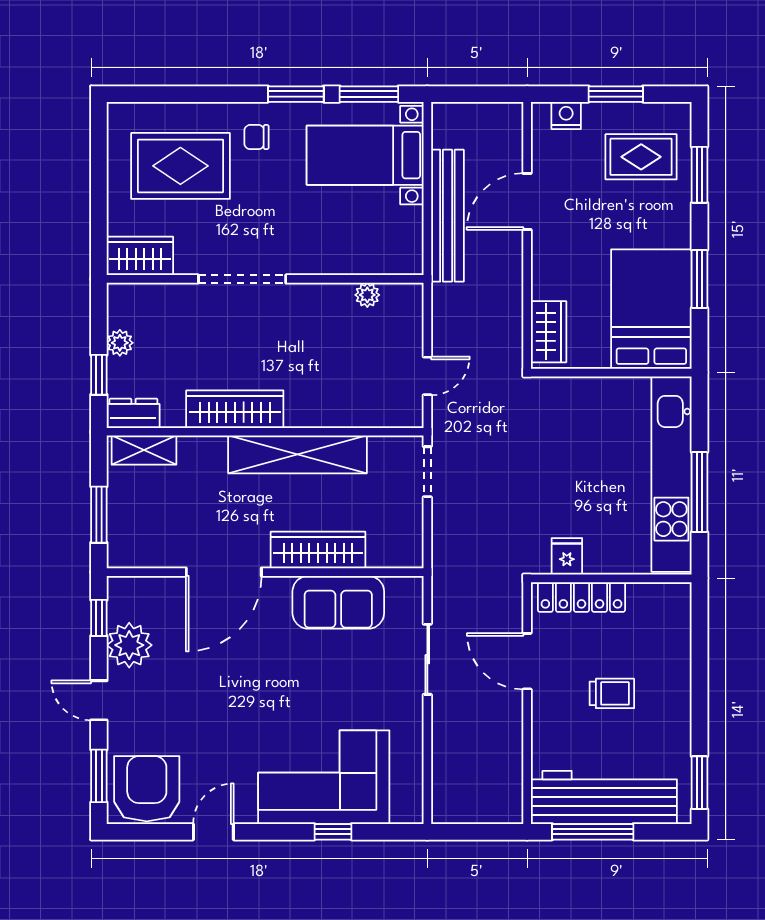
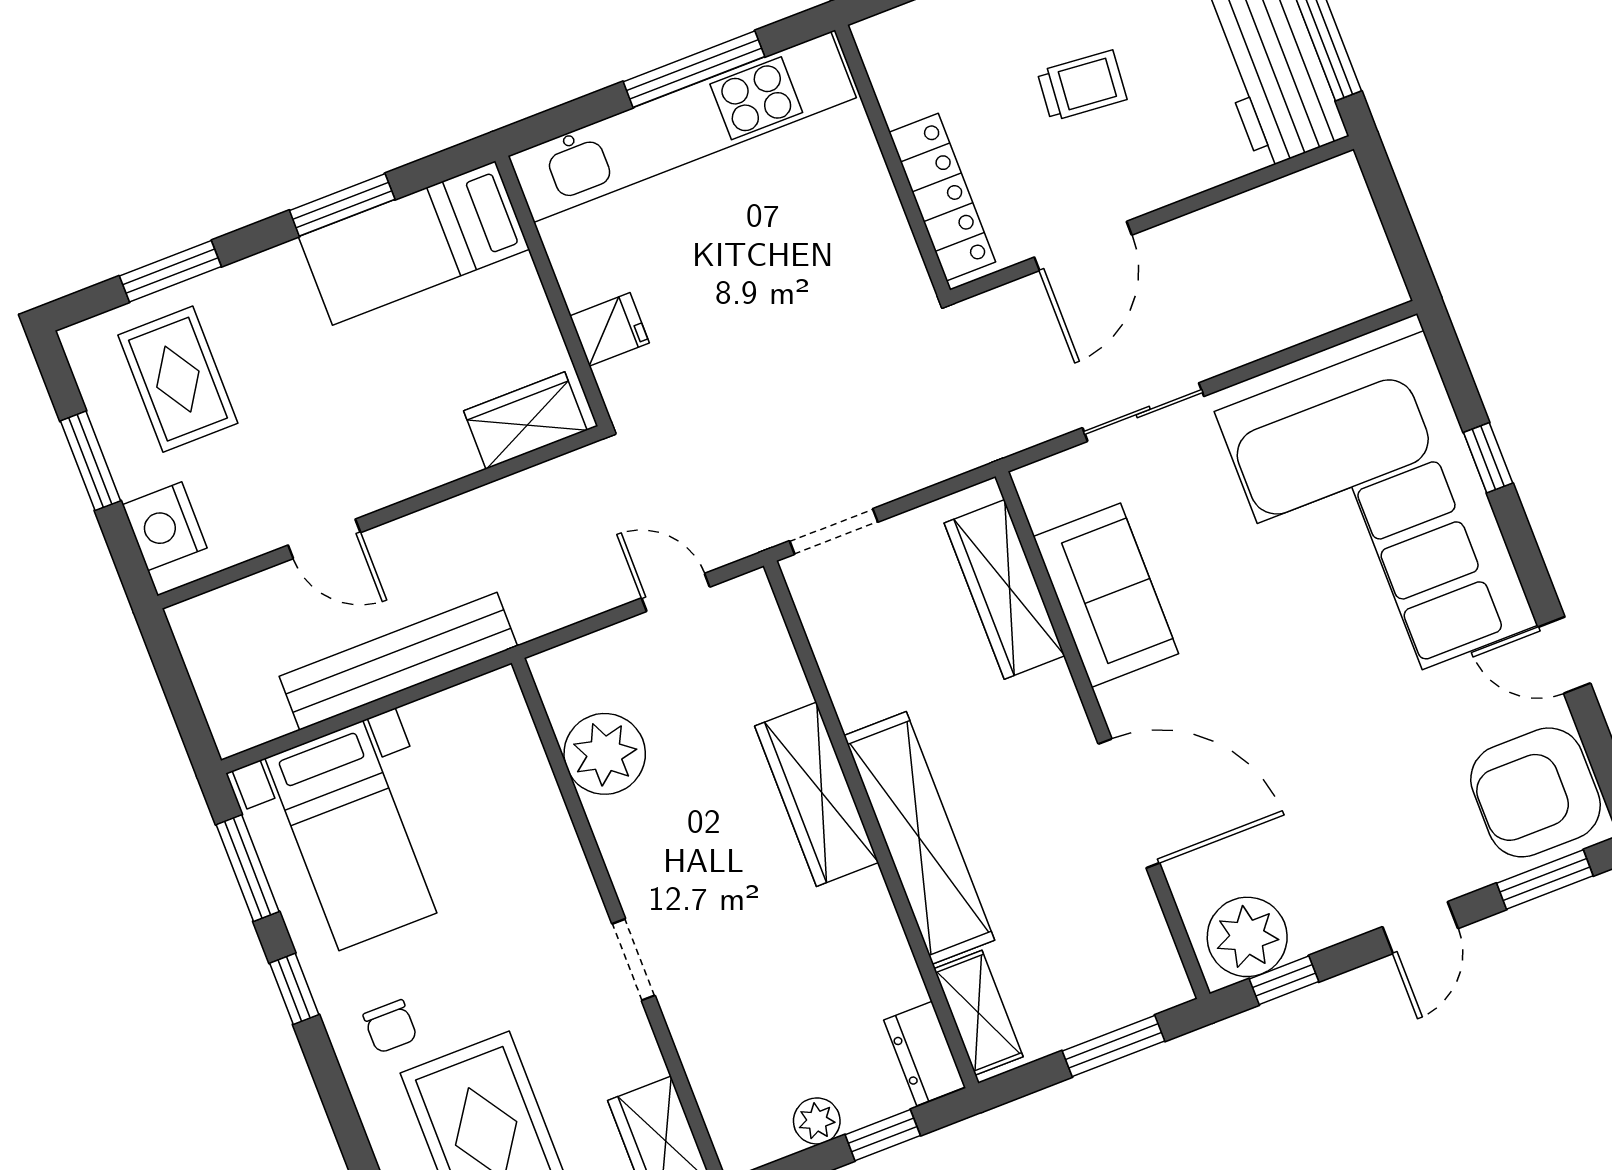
window: (296, 94) -> (294, 989), width x0.67
nightstand: (566, 115) -> (165, 526), width x1.36, depth x1.33
door: (527, 202) -> (324, 539), width x0.73
doorway: (242, 279) -> (633, 960), width x0.53
plant: (367, 295) -> (605, 754), width x1.87, depth x1.87
bed: (651, 309) -> (414, 243), width x0.67
wardrobe: (235, 409) -> (817, 794), moved
shelving: (298, 454) -> (919, 838), moved
wardrobe: (318, 550) -> (1005, 589), moved
fridge: (567, 556) -> (609, 329), moved, turned 180
plant: (129, 645) -> (1247, 937), moved
trolley: (612, 693) -> (1082, 86), turned 95
corner sofa: (324, 777) -> (1376, 518), width x1.36, depth x1.36

